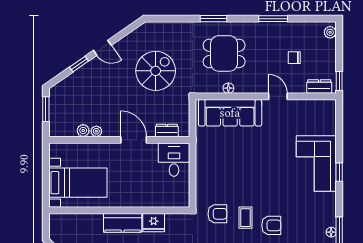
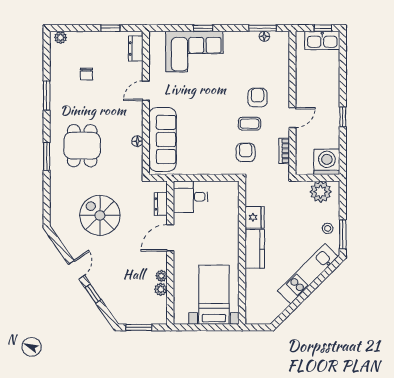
dresser: (319, 87) -> (136, 48), moved
floor lamp: (228, 88) -> (137, 141), moved
wall: (266, 96) -> (146, 103), moved
door: (278, 96) -> (146, 91), moved
sofa: (230, 113) -> (163, 139), moved

